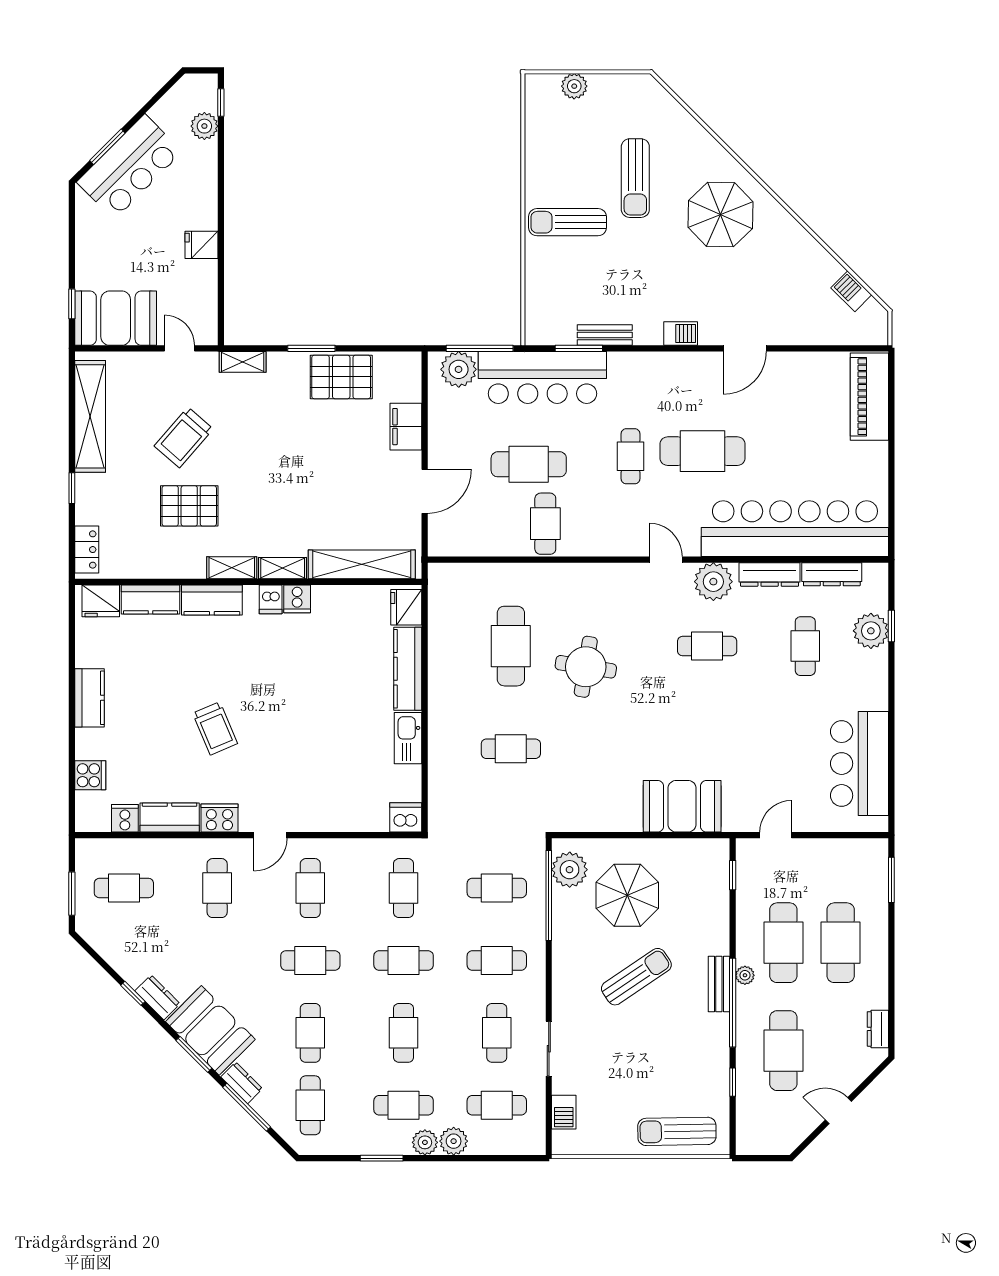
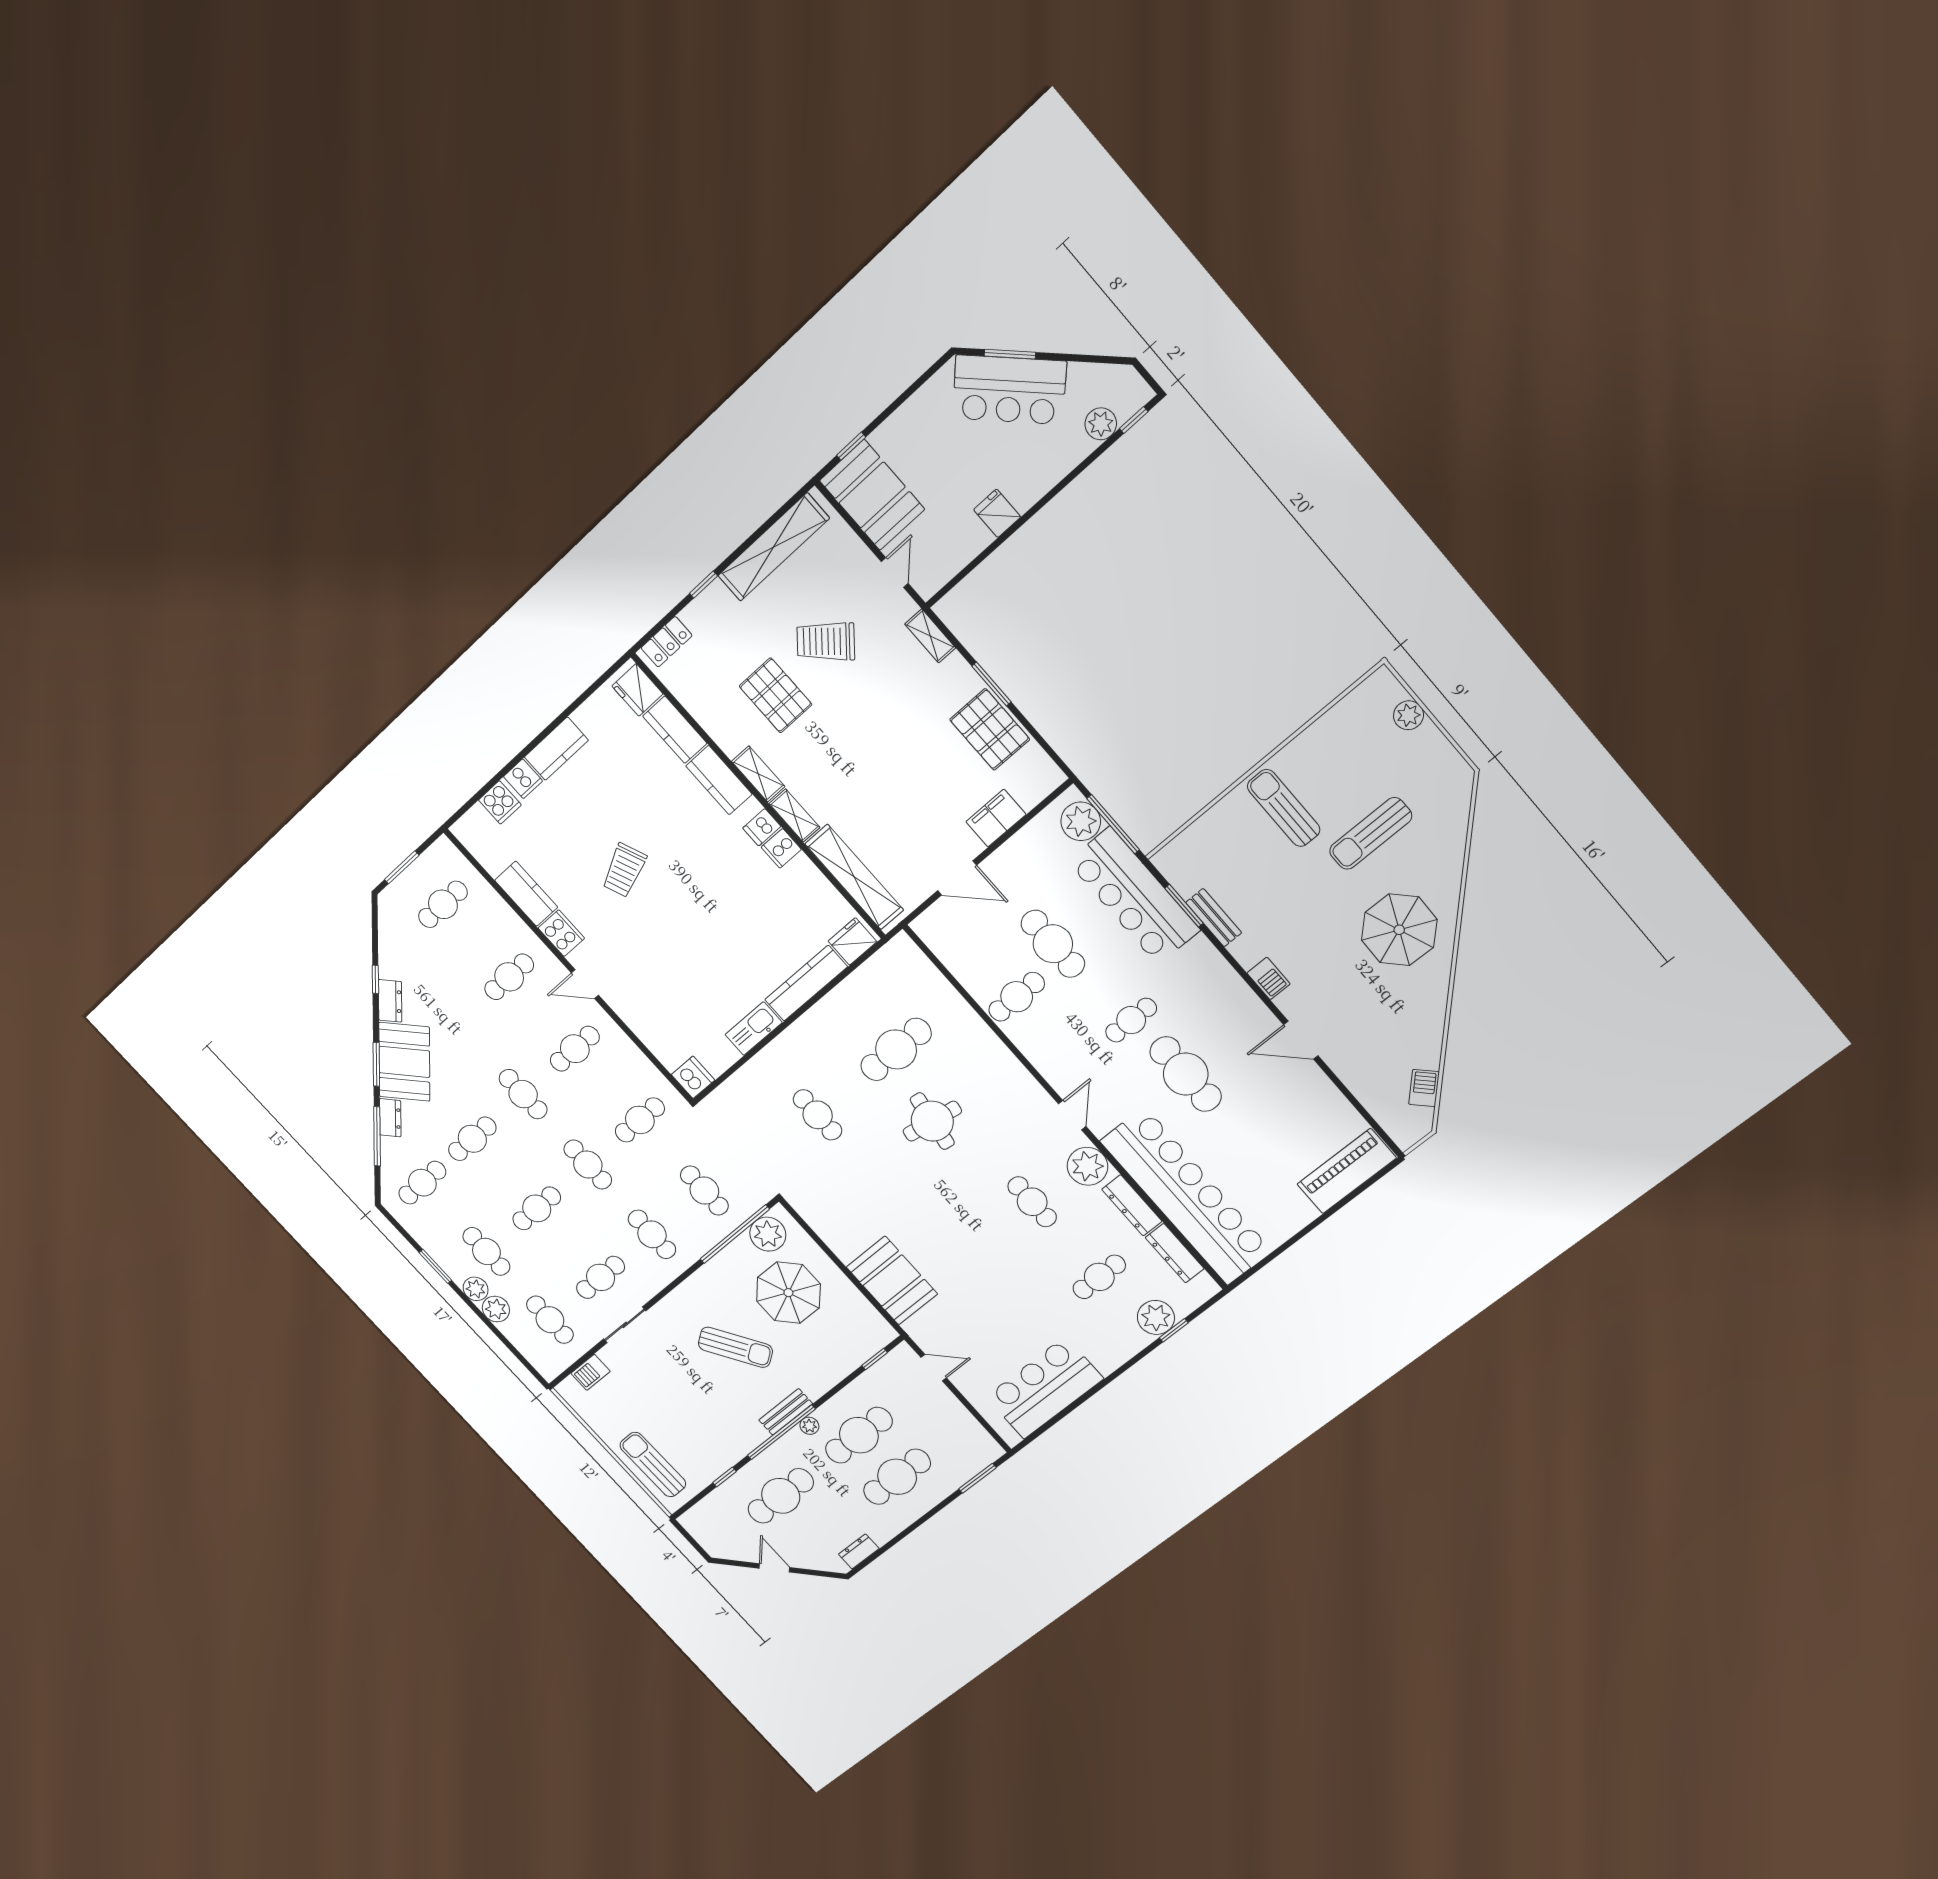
cooker: (125, 818) -> (523, 779), moved, turned 90
cafe table: (124, 888) -> (443, 904), turned 90

